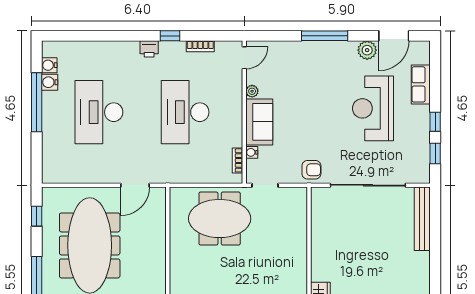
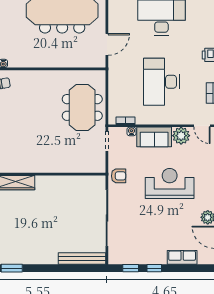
plant: (252, 91) -> (181, 136), width x1.88, depth x1.88
reception desk: (373, 108) -> (170, 184), moved
desk: (185, 112) -> (161, 82), turned -90
armchair: (311, 170) -> (119, 176), turned -90
door: (135, 185) -> (107, 44), swing flipped

